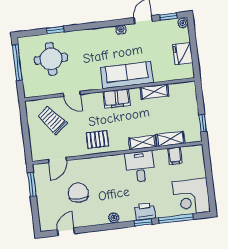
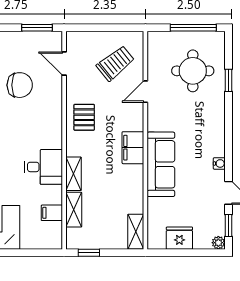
shelving: (154, 92) -> (136, 232), moved

